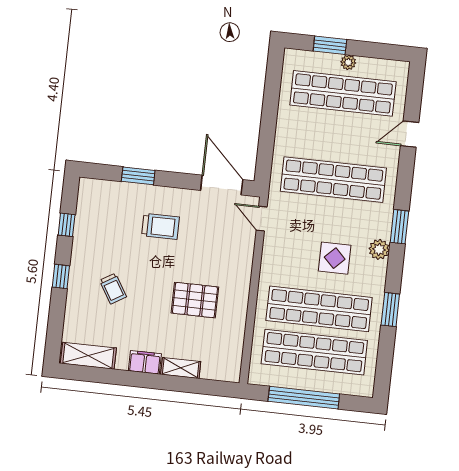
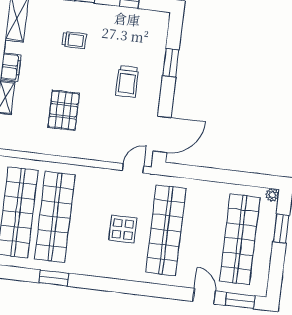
plant: (348, 62) -> (272, 195), moved
window: (399, 227) -> (240, 301), moved
plant: (379, 249) -> (105, 269), removed
display table: (335, 258) -> (123, 229), moved
trolley: (113, 289) -> (74, 40), turned -149

